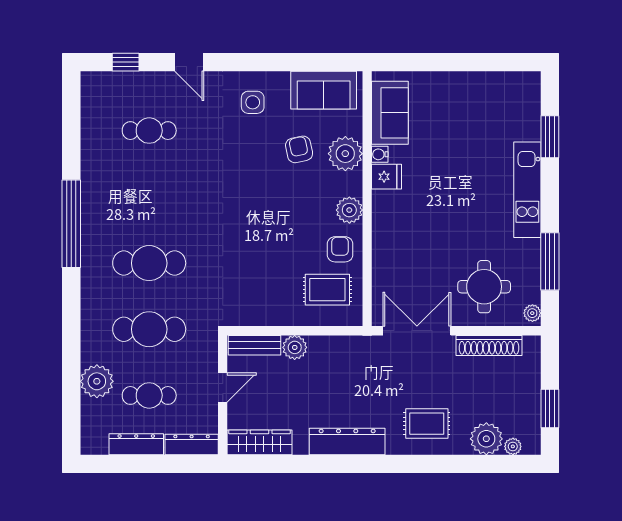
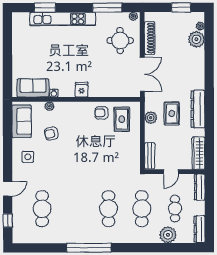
cafe table: (149, 131) -> (42, 209), width x1.37, depth x1.35
plant: (345, 154) -> (49, 106), width x0.53, depth x0.53
fridge: (386, 177) -> (82, 90), moved
kitchen unit: (527, 190) -> (63, 19), width x1.36
plant: (349, 210) -> (82, 108), removed
double door: (417, 331) -> (142, 74), swing flipped
plant: (295, 347) -> (151, 118), moved
door: (223, 388) -> (171, 172), swing flipped
rug: (427, 424) -> (172, 113), moved
dresser: (136, 444) -> (200, 229), moved

